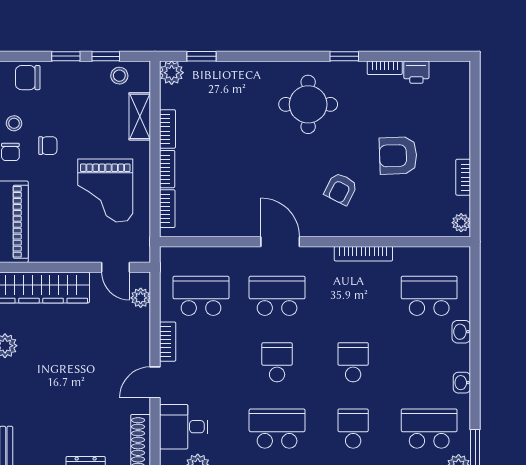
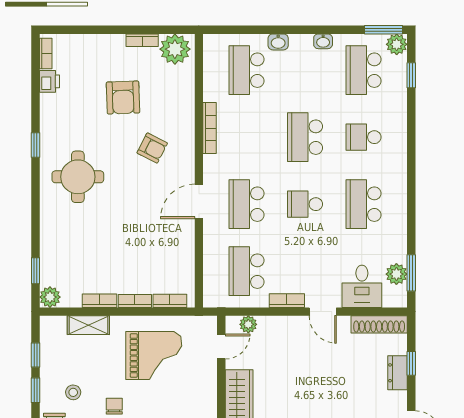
bookcase: (385, 68) -> (46, 53), moved
stool: (119, 76) -> (73, 392), moved
plant: (461, 223) -> (175, 49), width x1.87, depth x1.87
school desk: (353, 362) -> (305, 137), width x1.85

